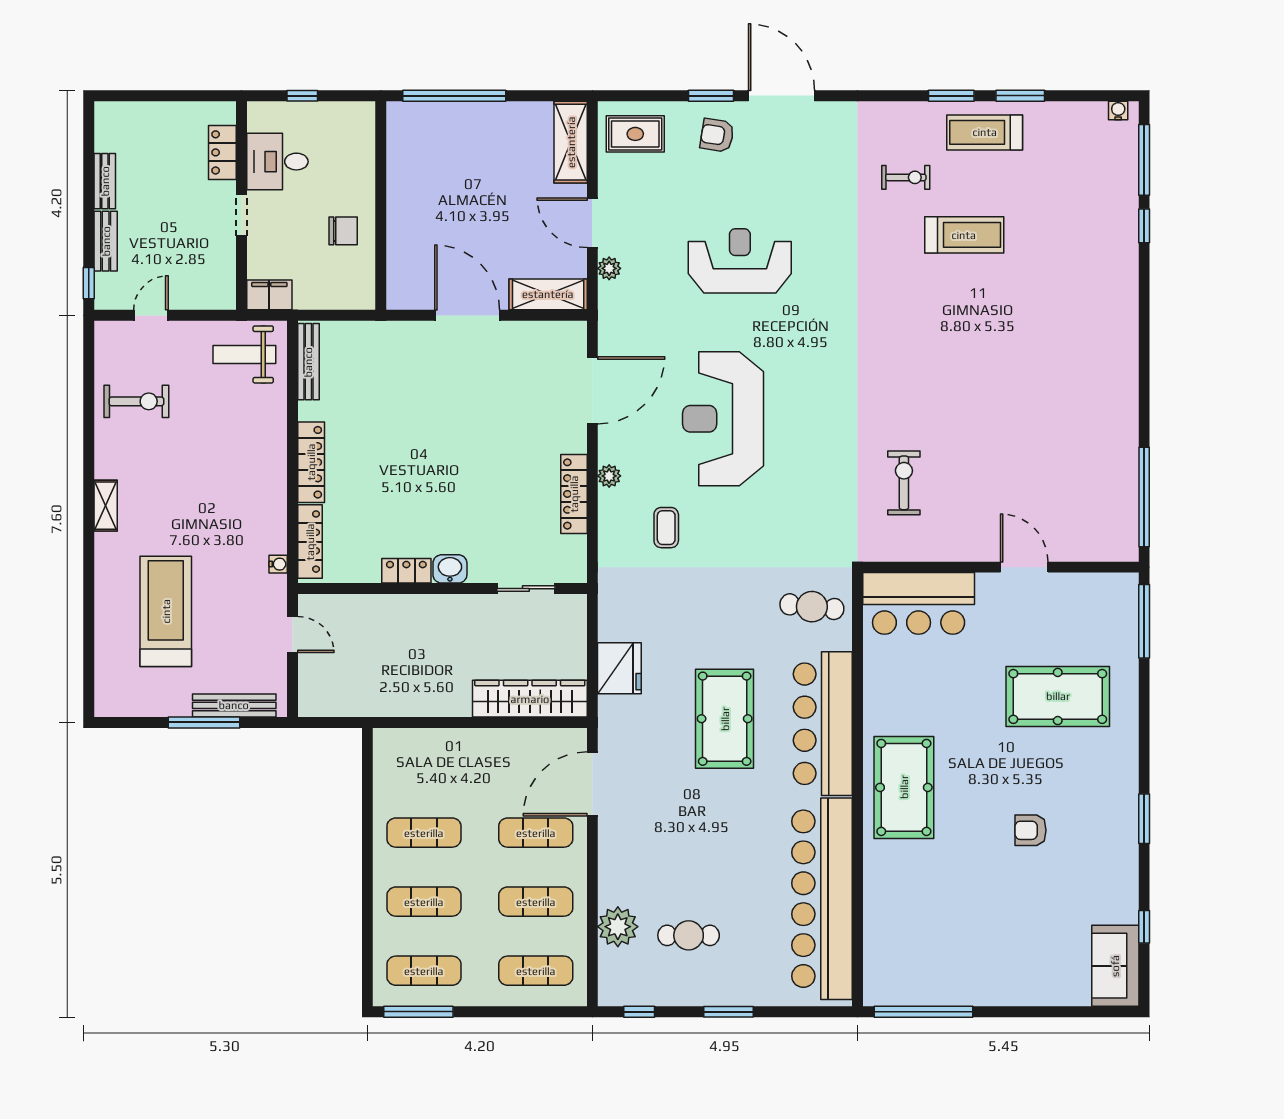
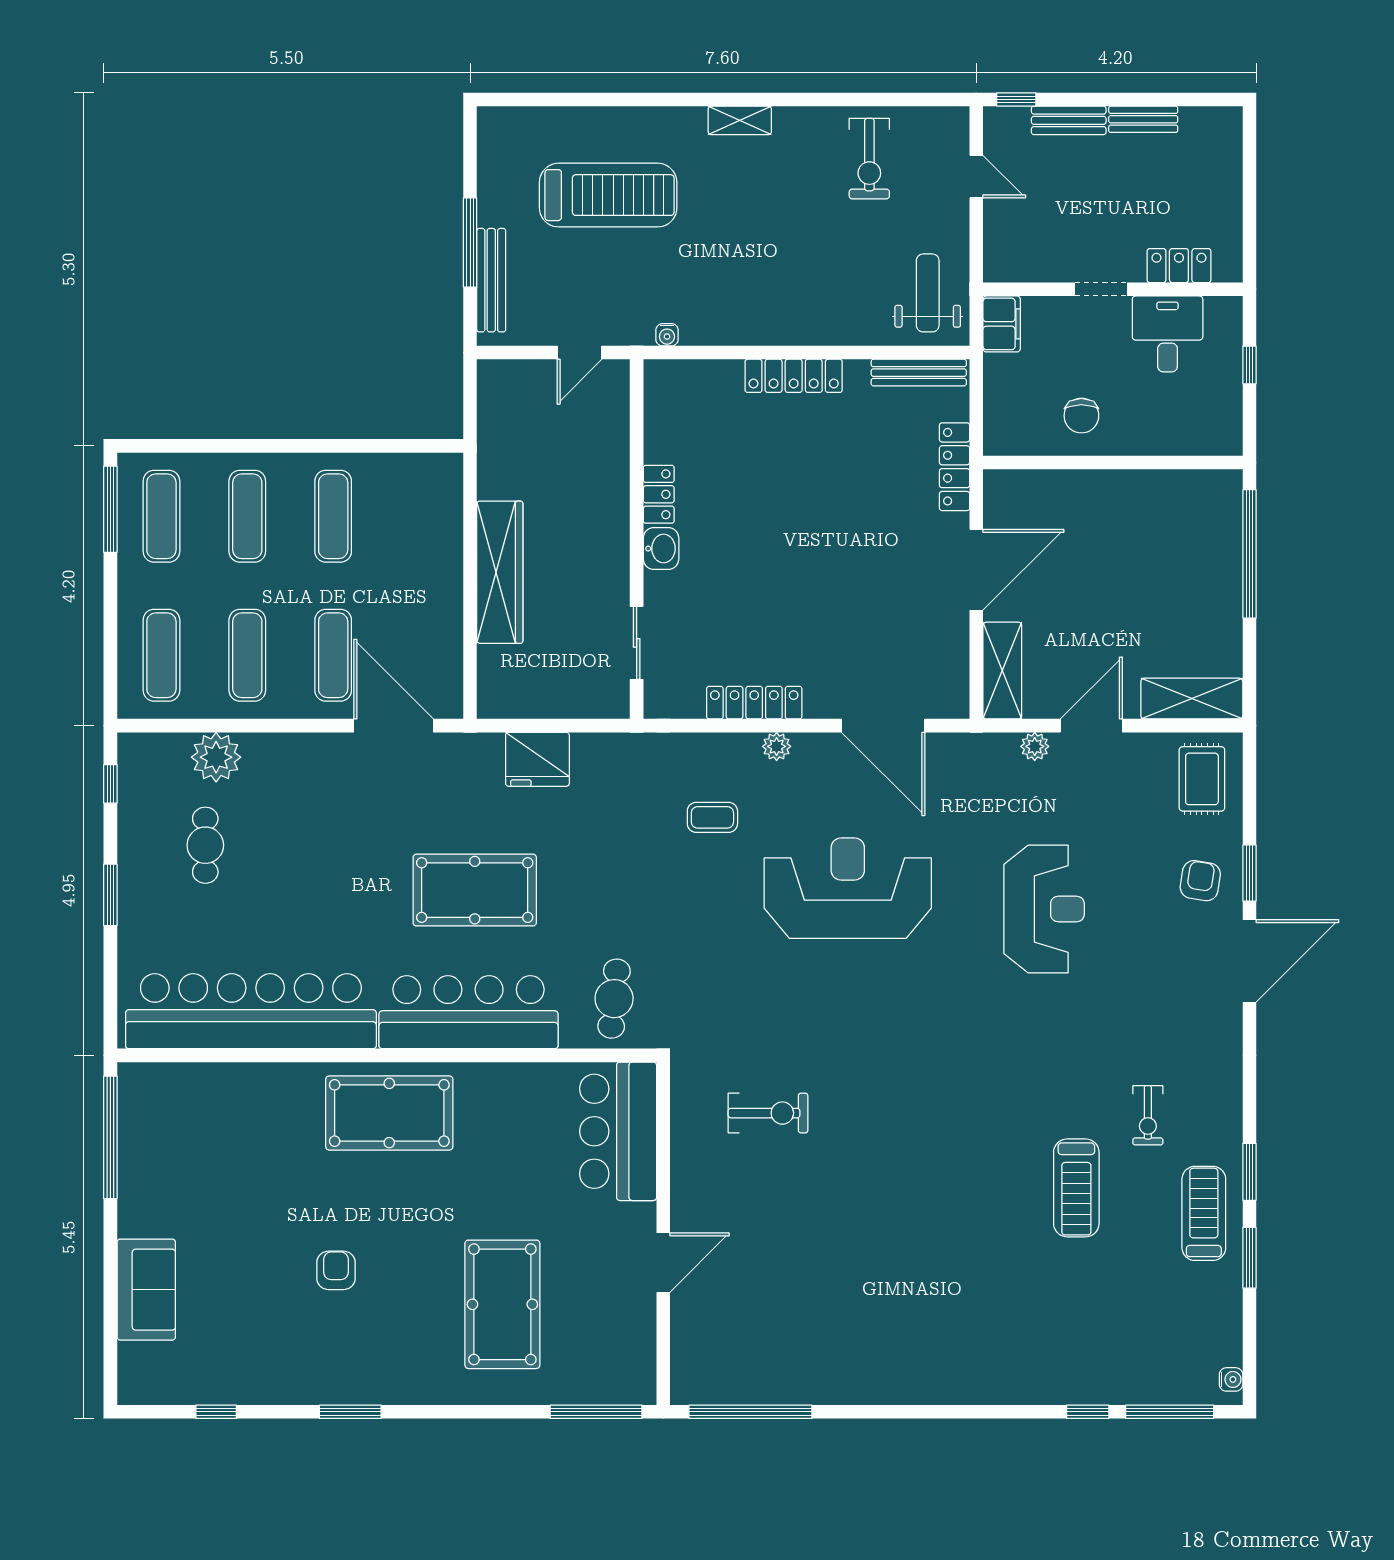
locker: (310, 542) -> (955, 467), moved, turned 90
wardrobe: (530, 699) -> (500, 572), moved
sofa: (1115, 966) -> (146, 1290), moved, turned 90

